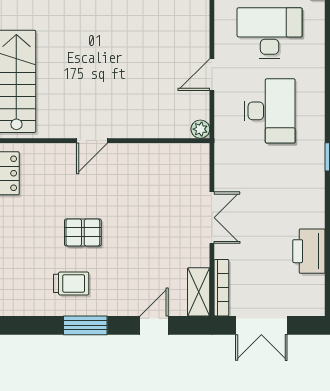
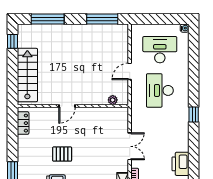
desk: (270, 111) -> (160, 90), turned 180
plant: (200, 129) -> (113, 100), moved

